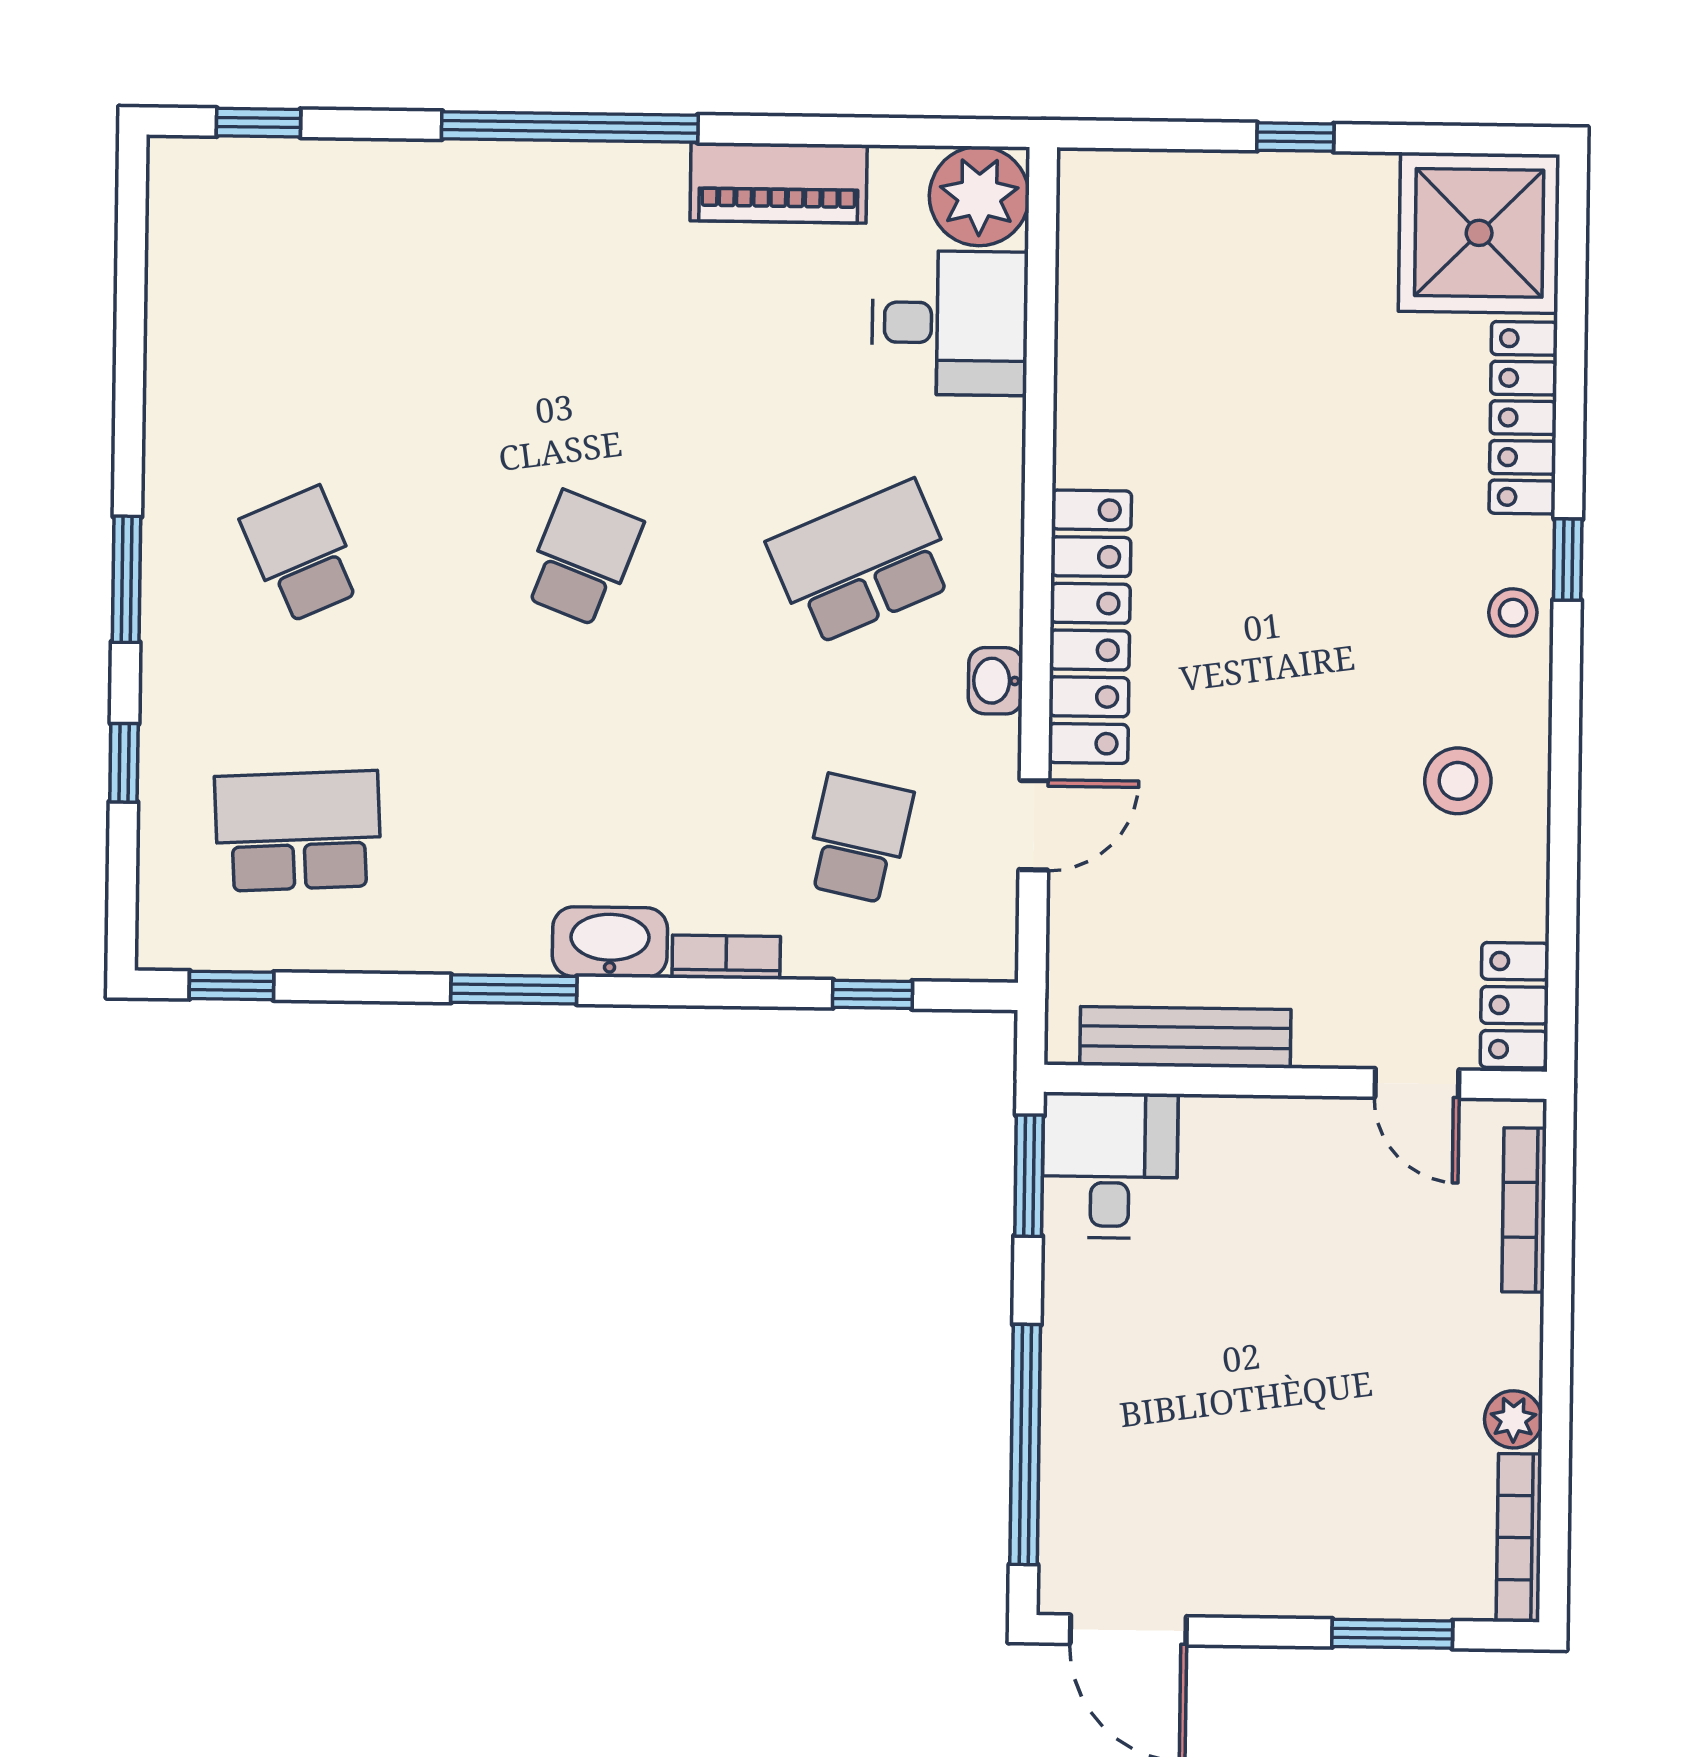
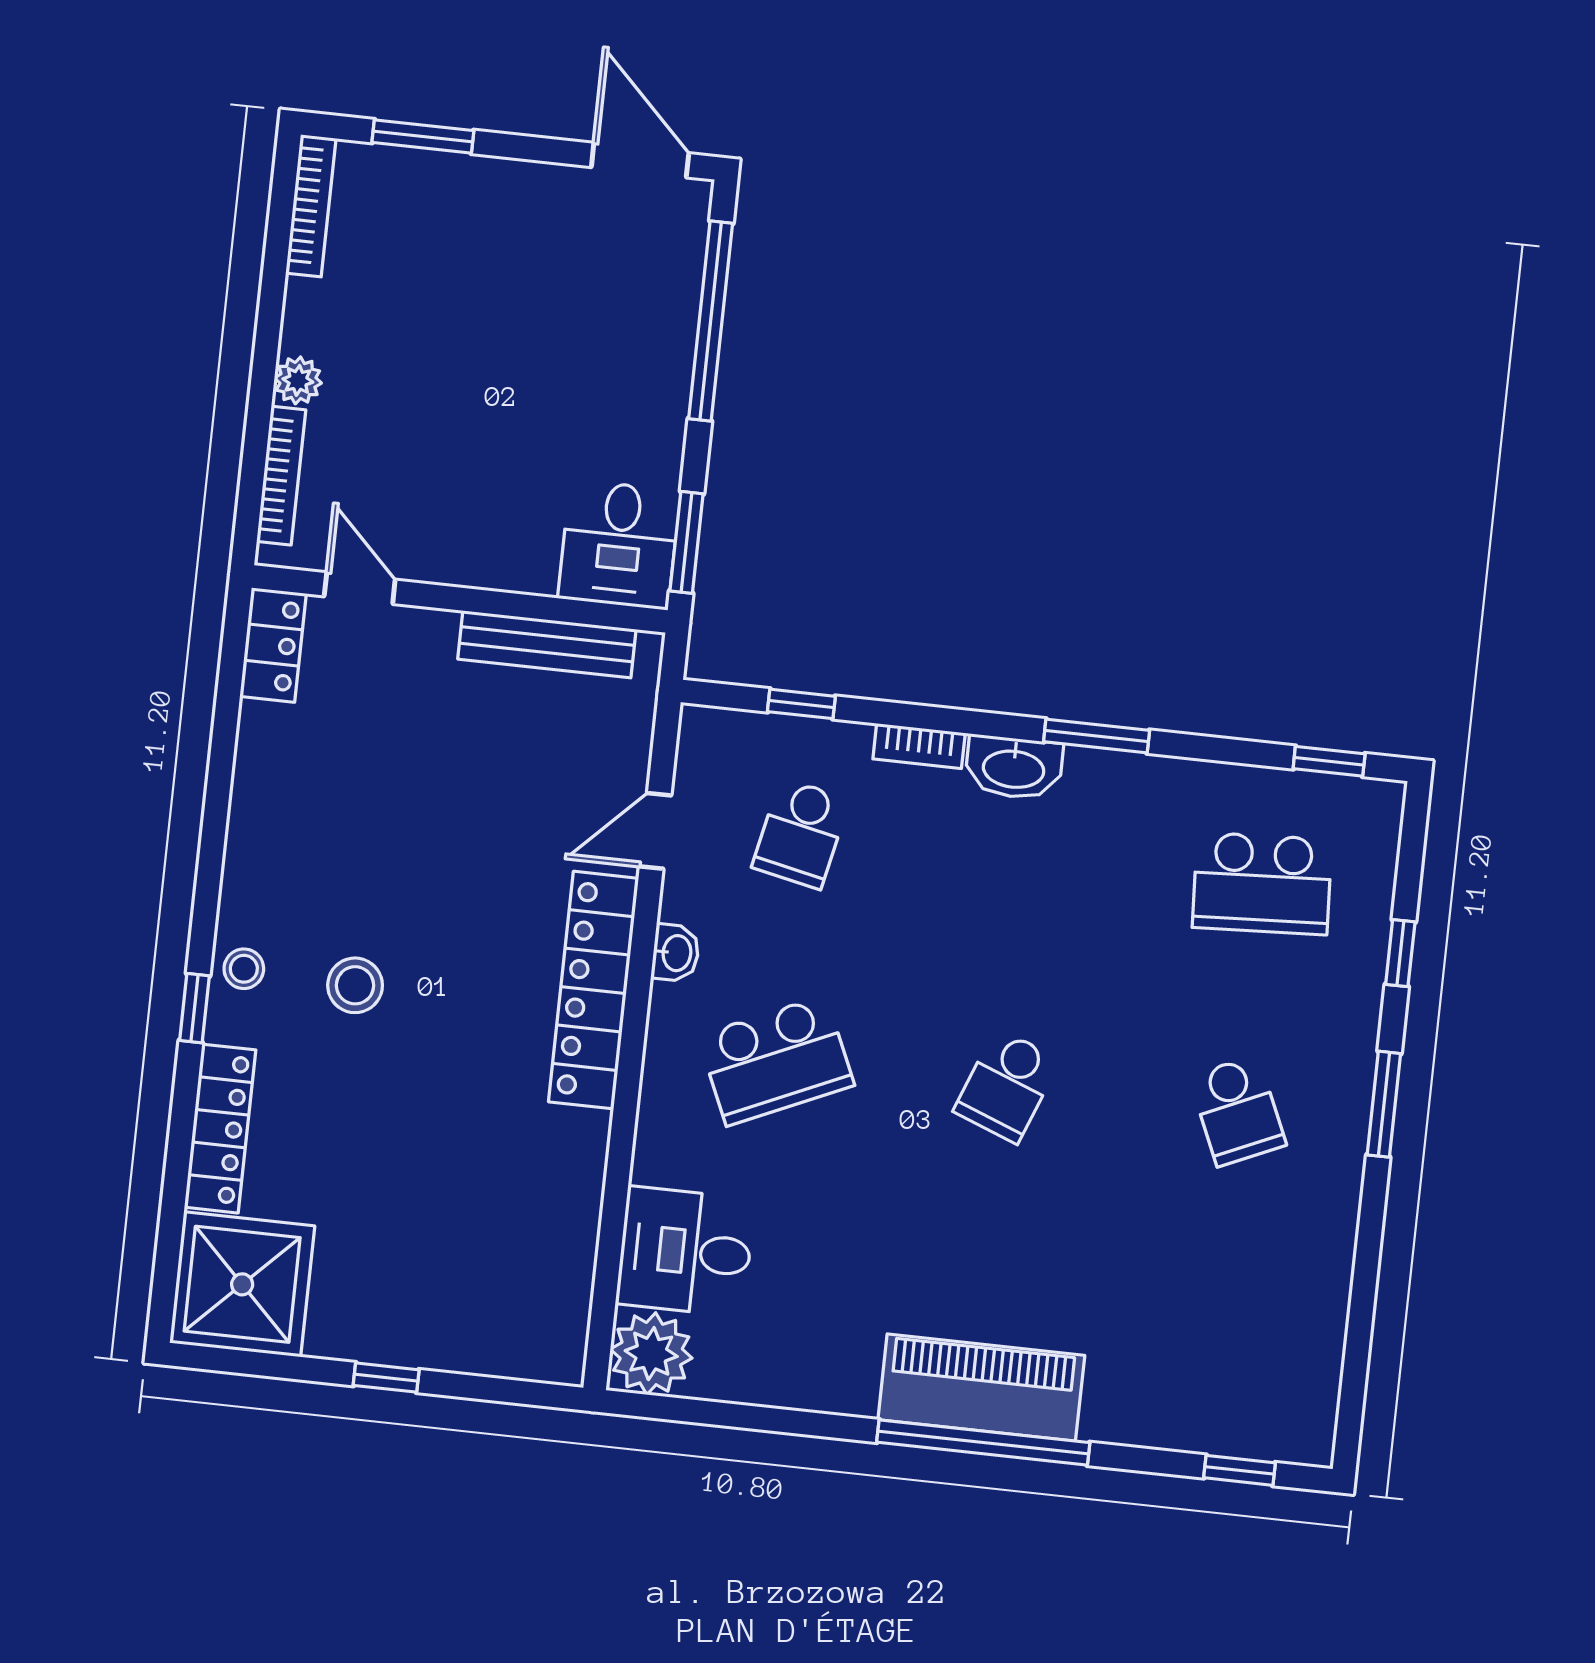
piano: (779, 183) -> (981, 1387), moved, width x1.37, depth x1.33
stool: (1458, 781) -> (355, 985), moved
plant: (1513, 1419) -> (298, 380), moved

